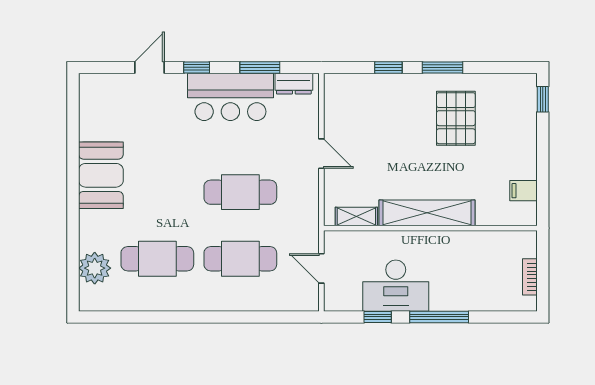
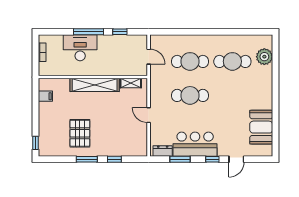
booth: (101, 175) -> (261, 127), moved
desk: (396, 286) -> (80, 48), moved

